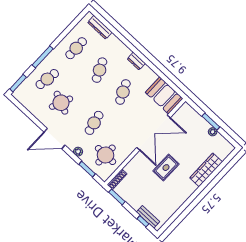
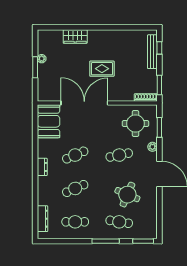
wardrobe: (206, 170) -> (75, 37), width x0.67
bench: (148, 217) -> (152, 52), width x1.36

